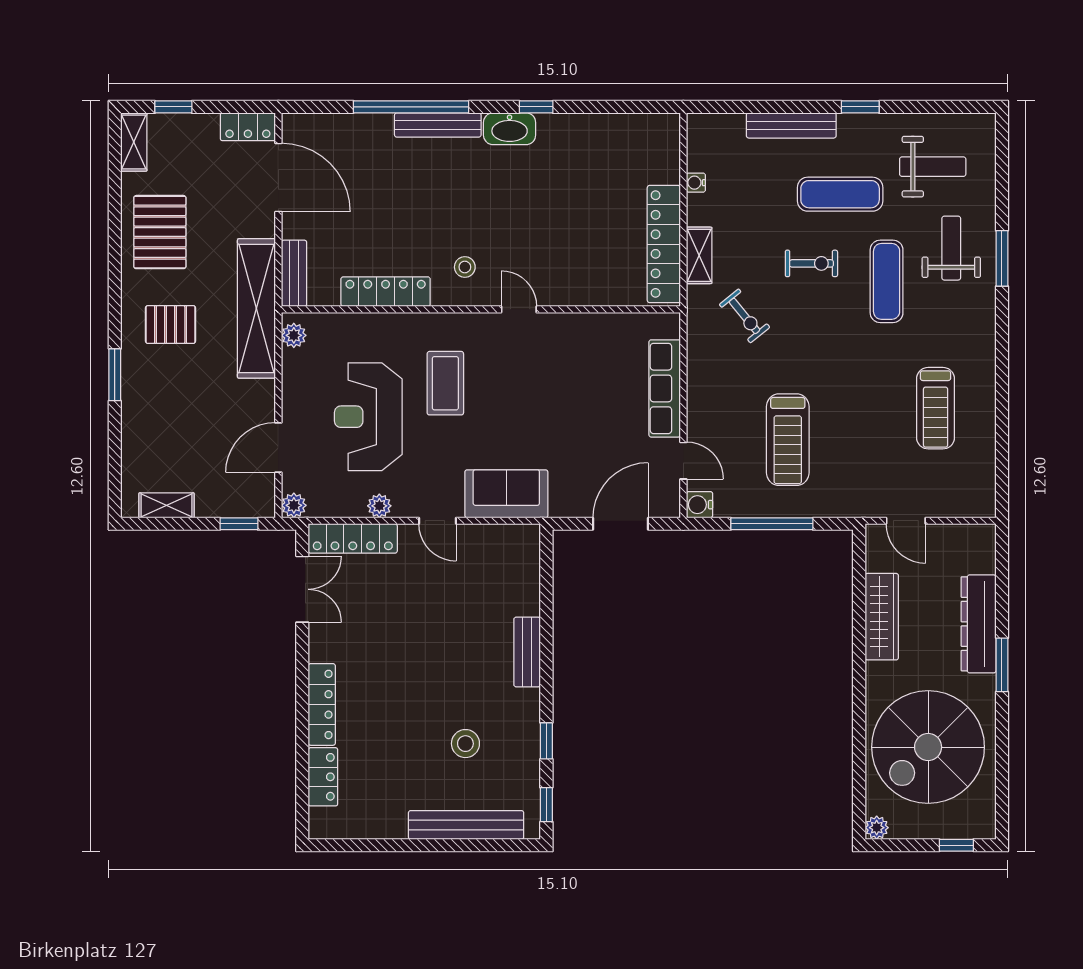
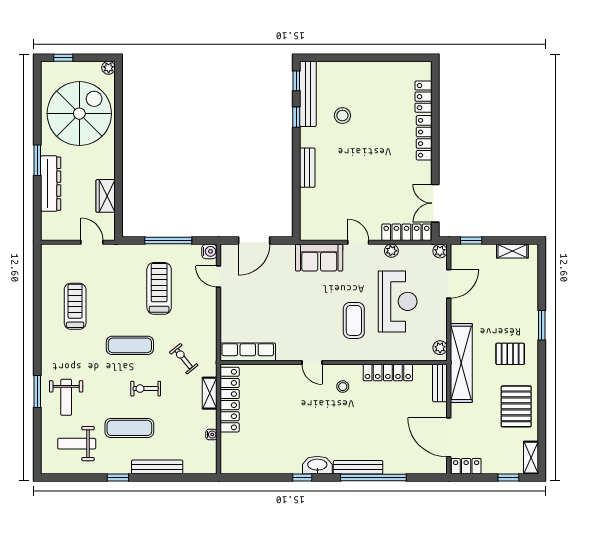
exercise mat: (887, 281) -> (130, 345), moved, turned 90
row of seats: (665, 388) -> (248, 352), moved, turned -90
wardrobe: (882, 617) -> (106, 196), width x0.67
bench: (466, 825) -> (308, 94), moved, turned 90

